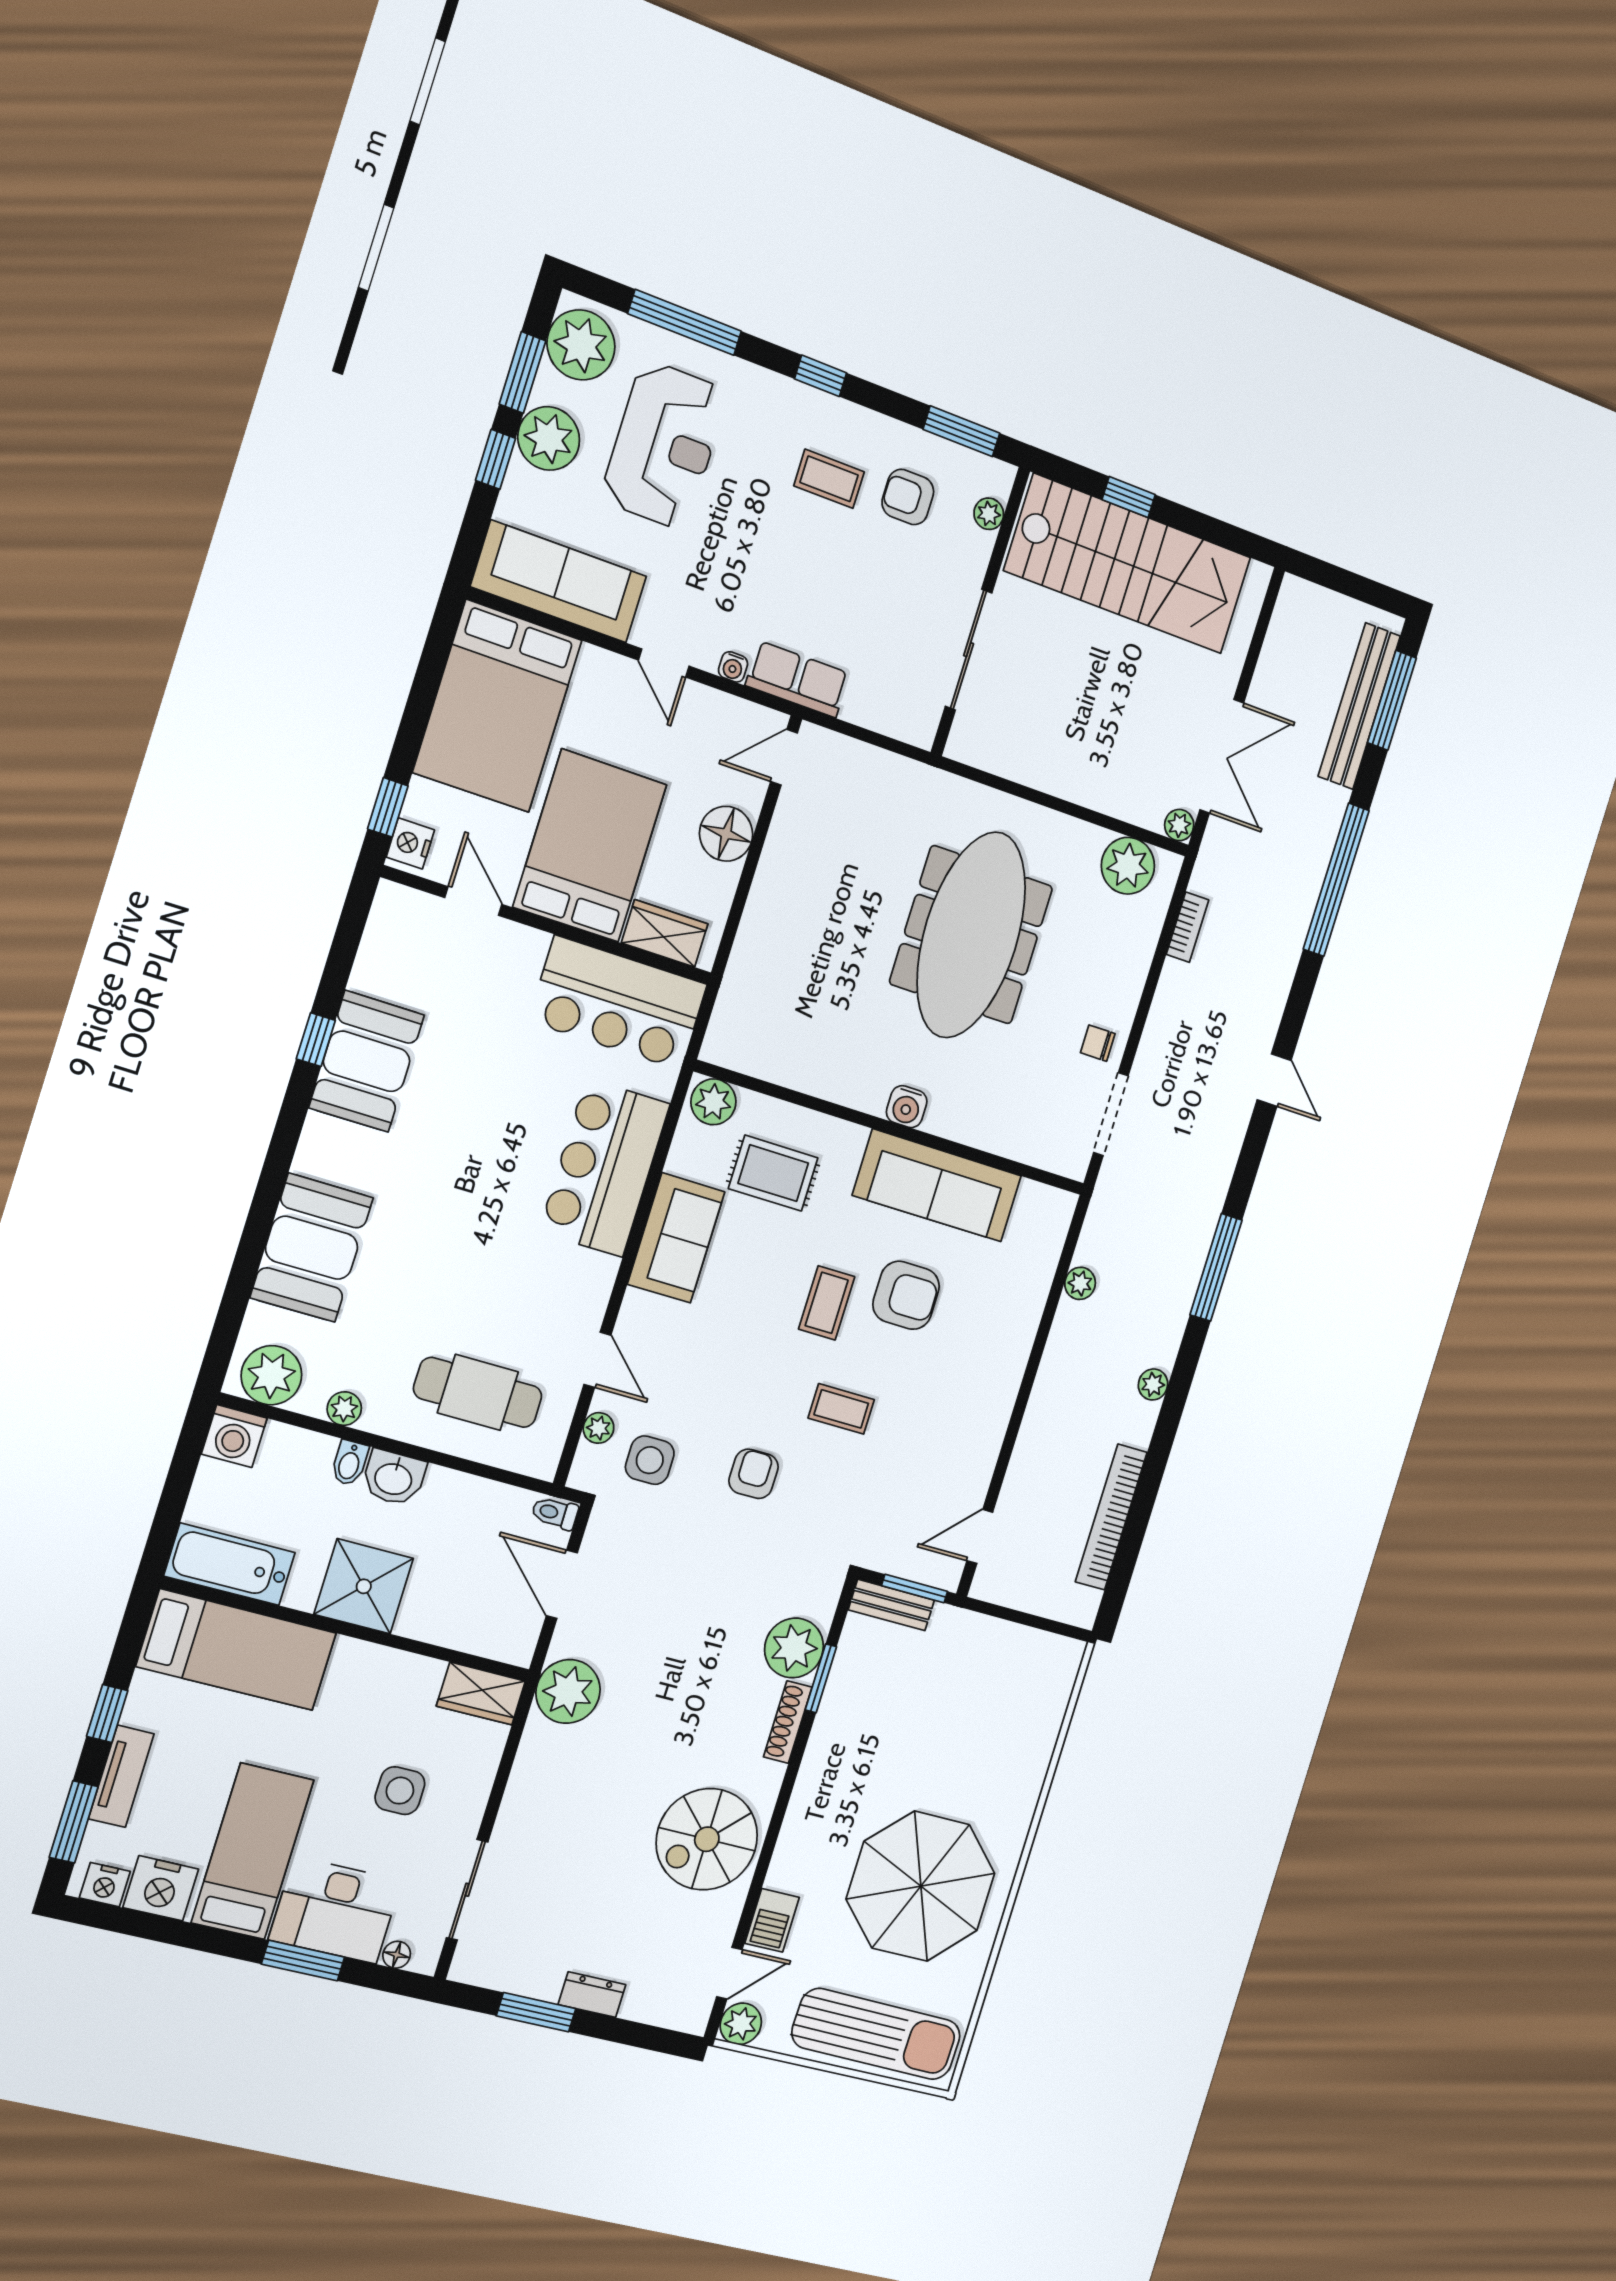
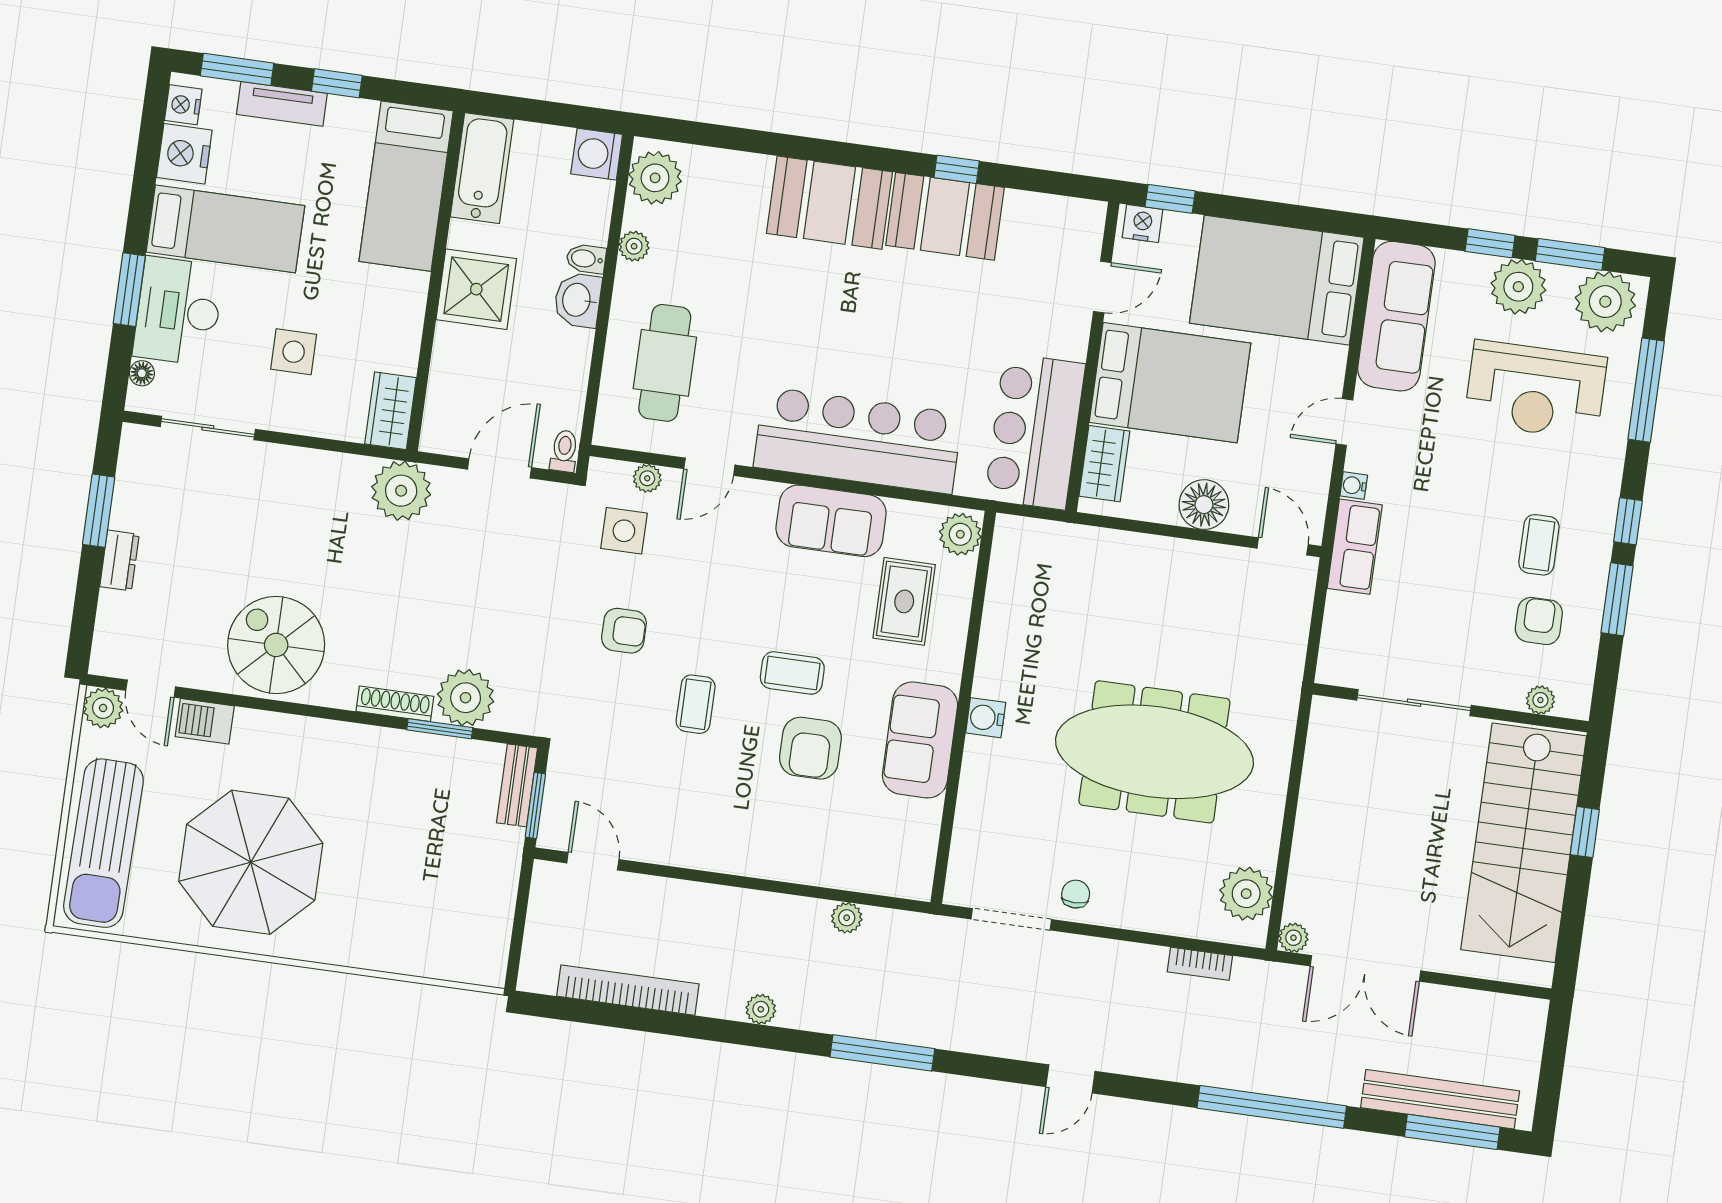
window: (961, 431) -> (1617, 599), moved
bar counter: (604, 1168) -> (858, 440), width x1.36
sofa: (937, 1186) -> (920, 740), width x0.73
booth: (312, 1248) -> (830, 203), moved

